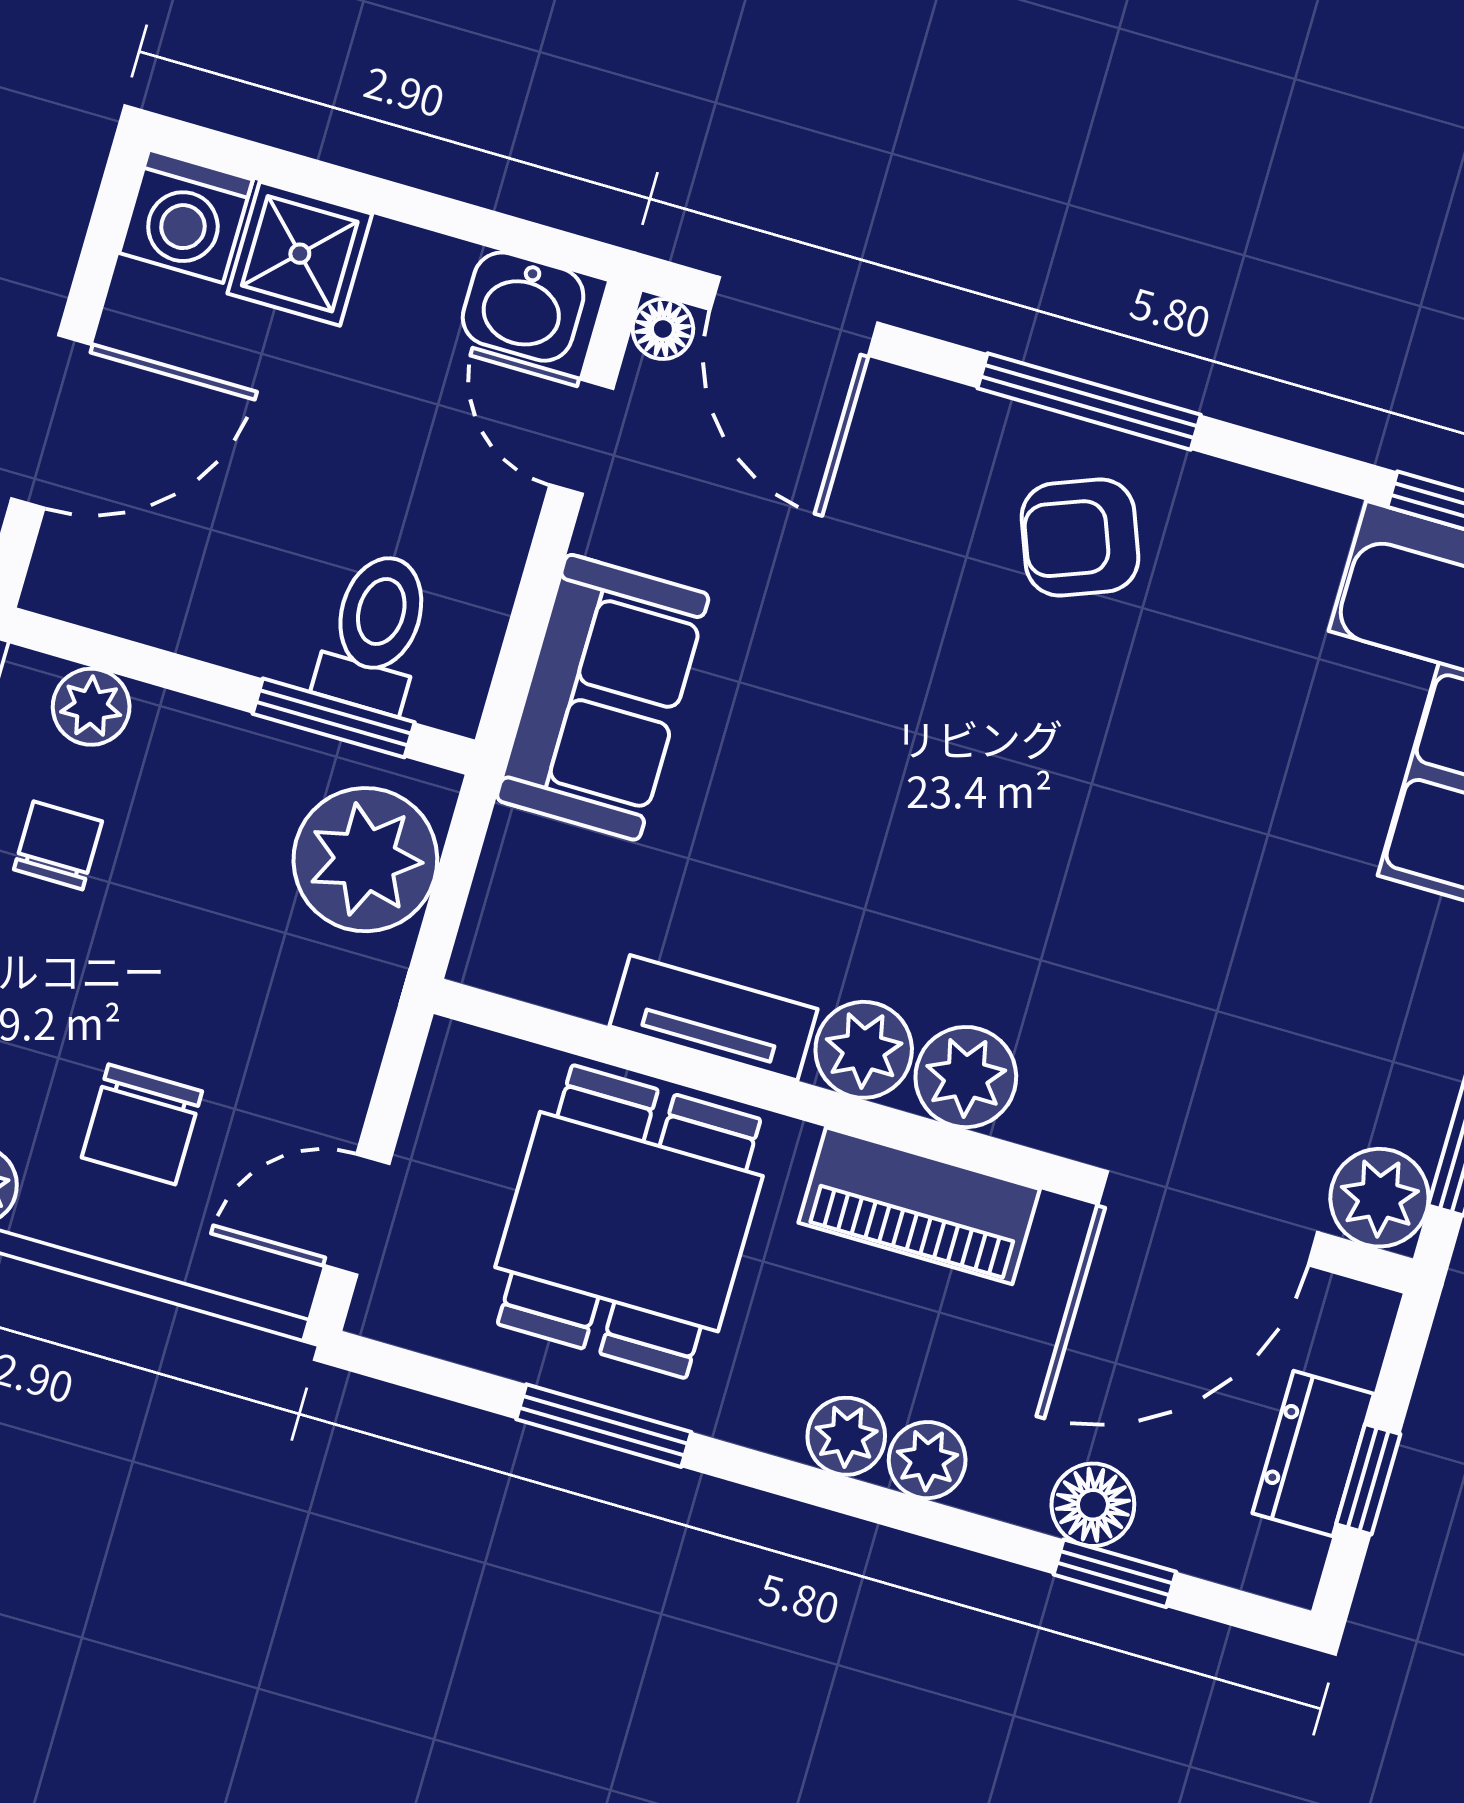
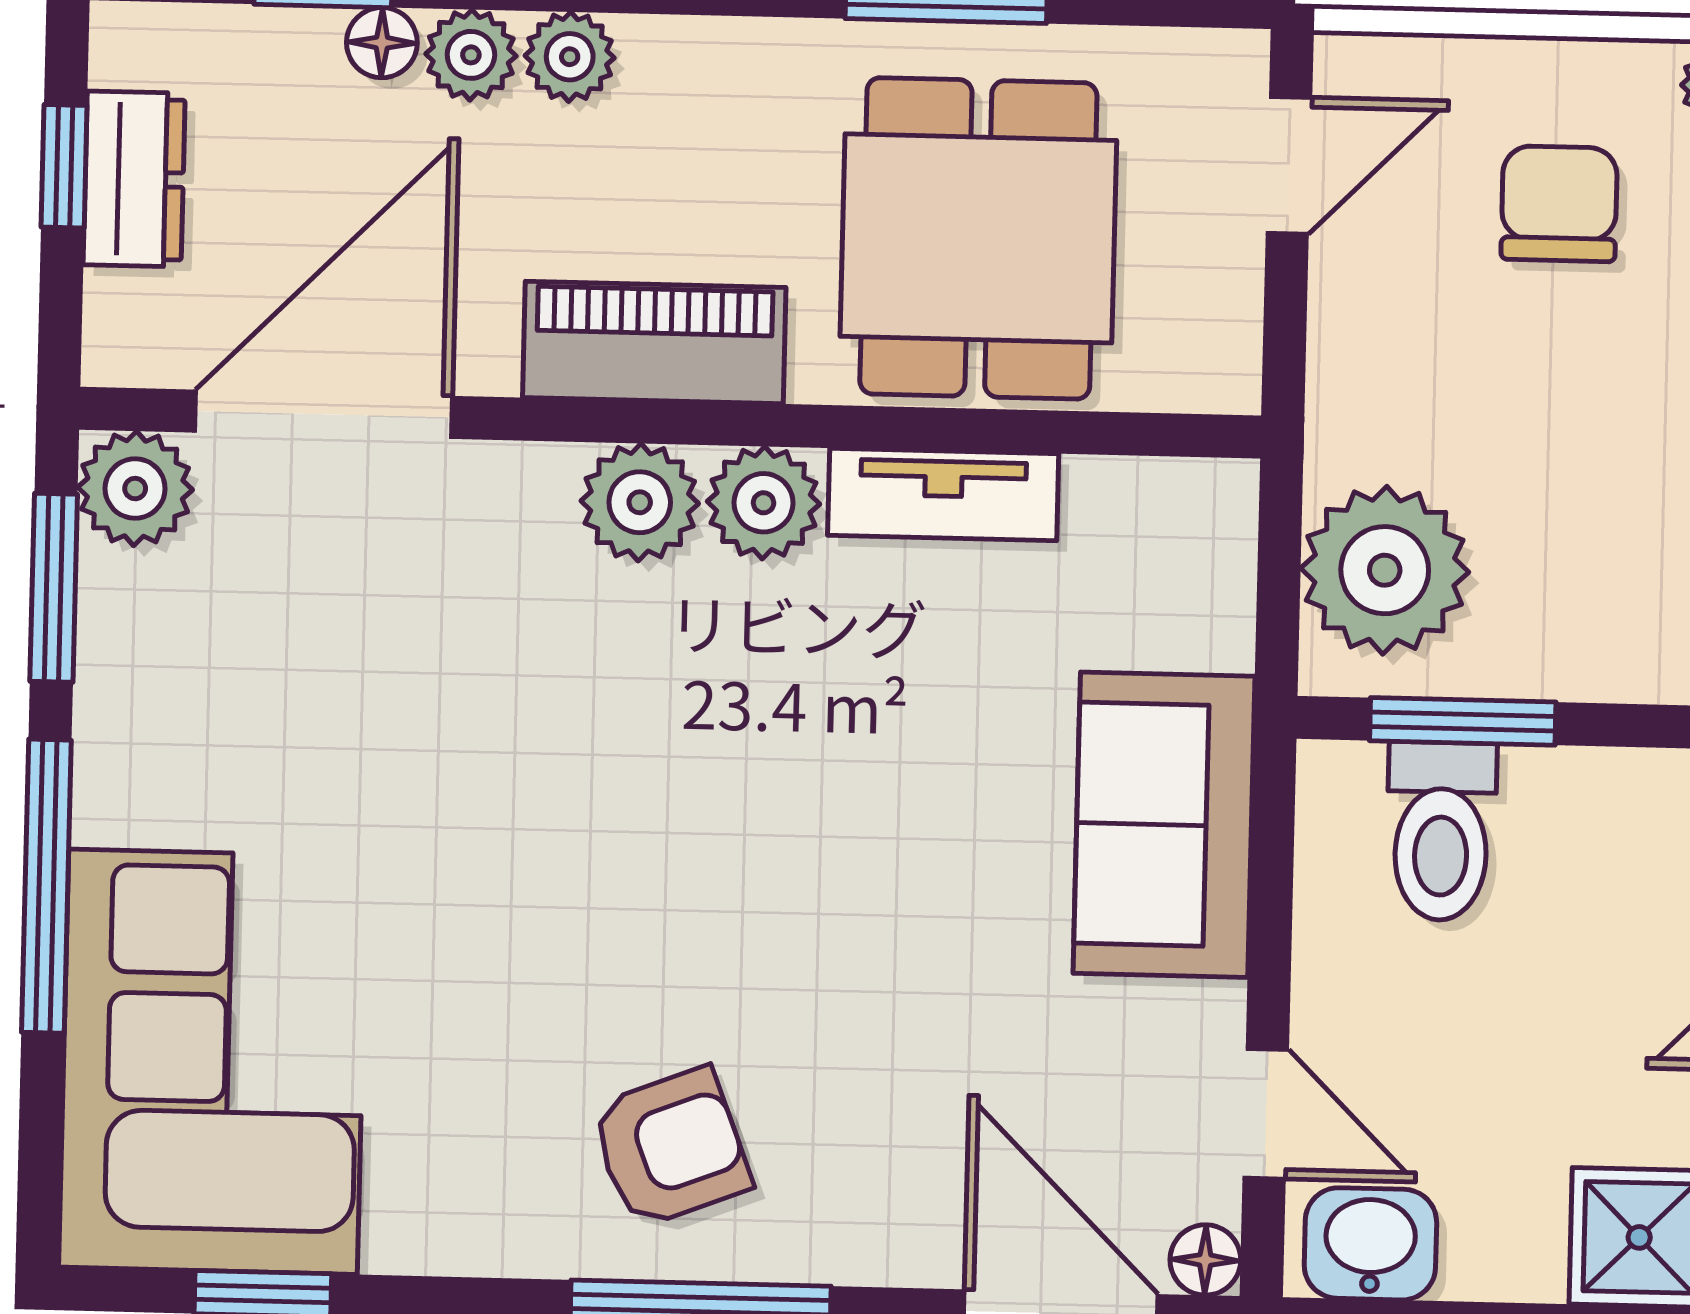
plant: (846, 1436) -> (471, 55), moved
floor lamp: (1093, 1505) -> (382, 43), width x0.73, depth x0.73

